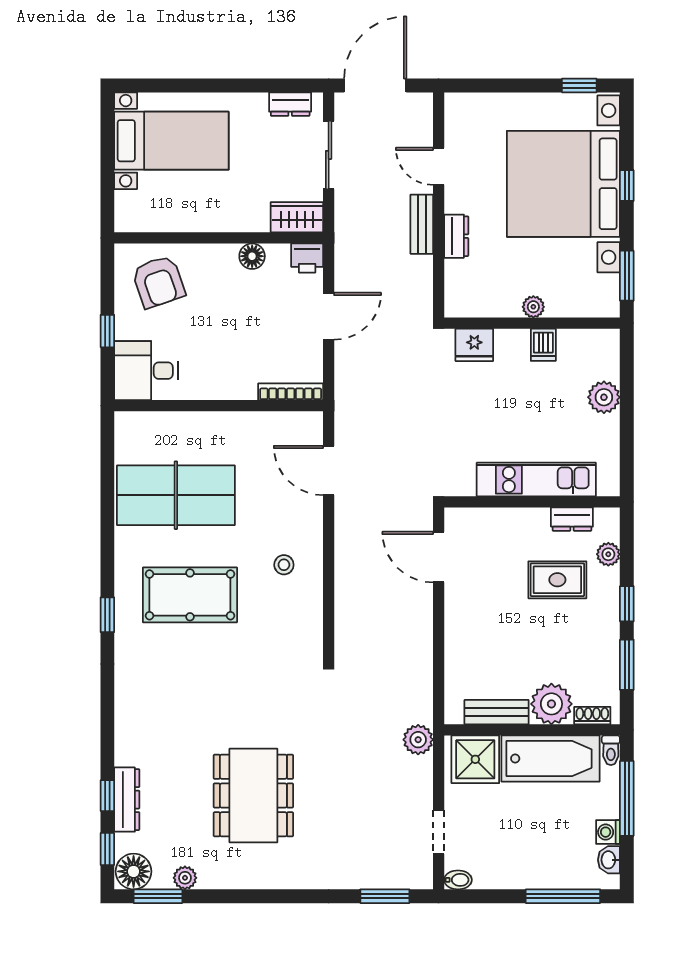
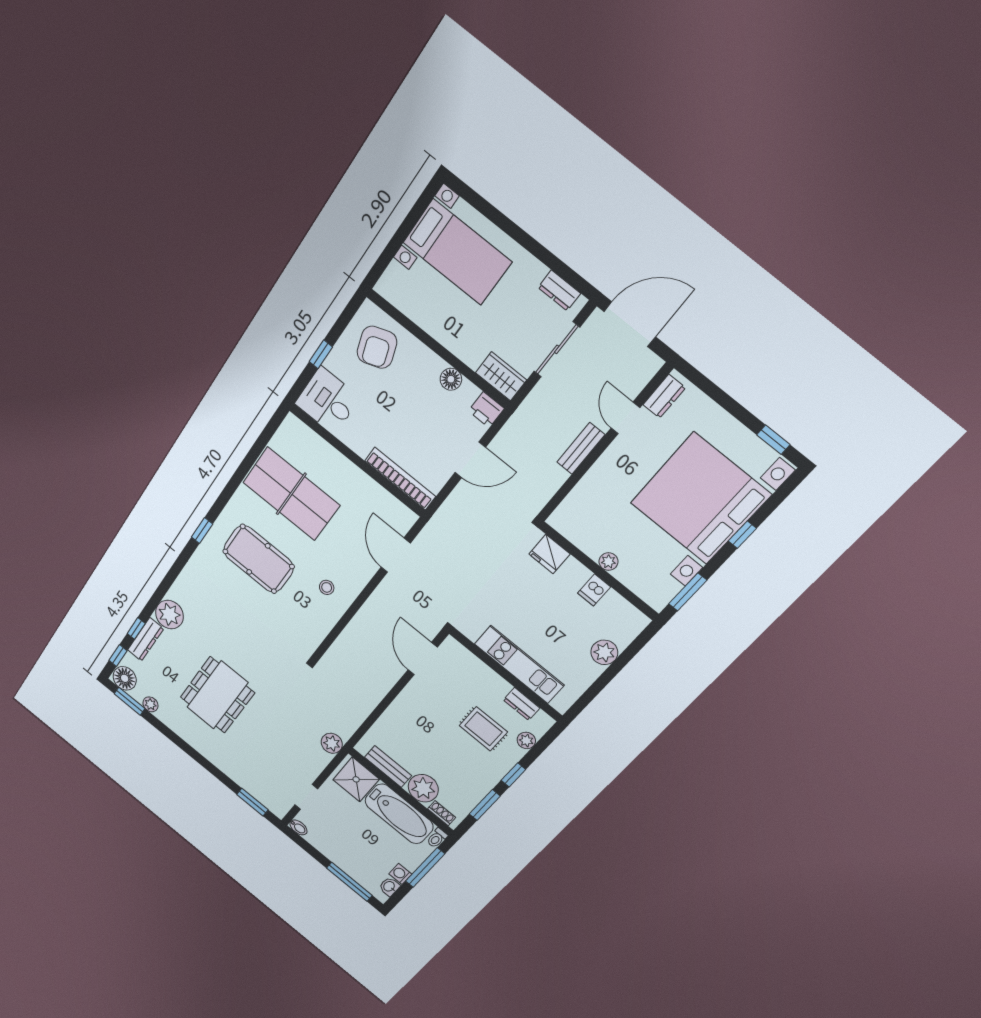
dresser: (456, 236) -> (664, 396), moved
bookcase: (291, 392) -> (400, 479), width x1.48, depth x1.31
plant: (135, 745) -> (169, 615), added

